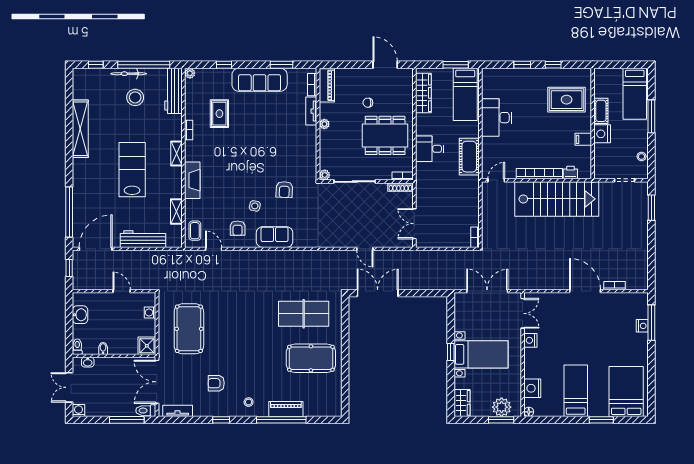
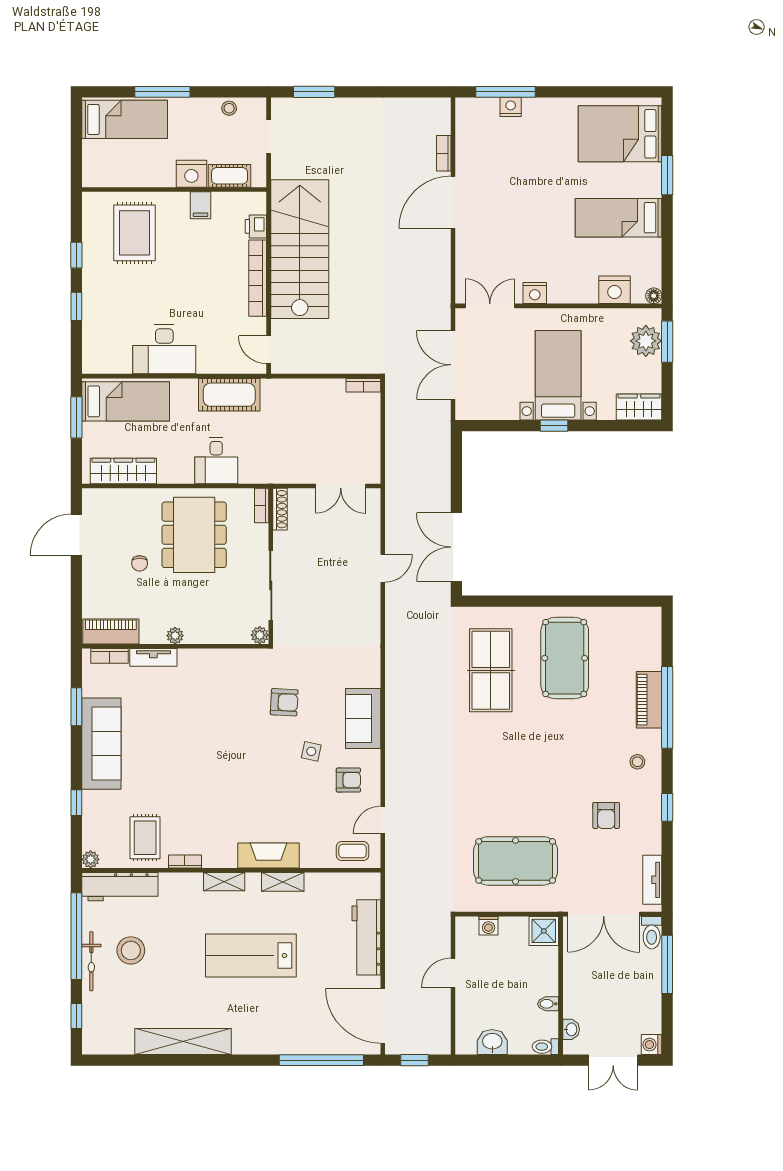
cot: (601, 111) -> (230, 176), moved
rug: (219, 114) -> (145, 838), moved, turned 90
shelving: (176, 212) -> (283, 882), moved

